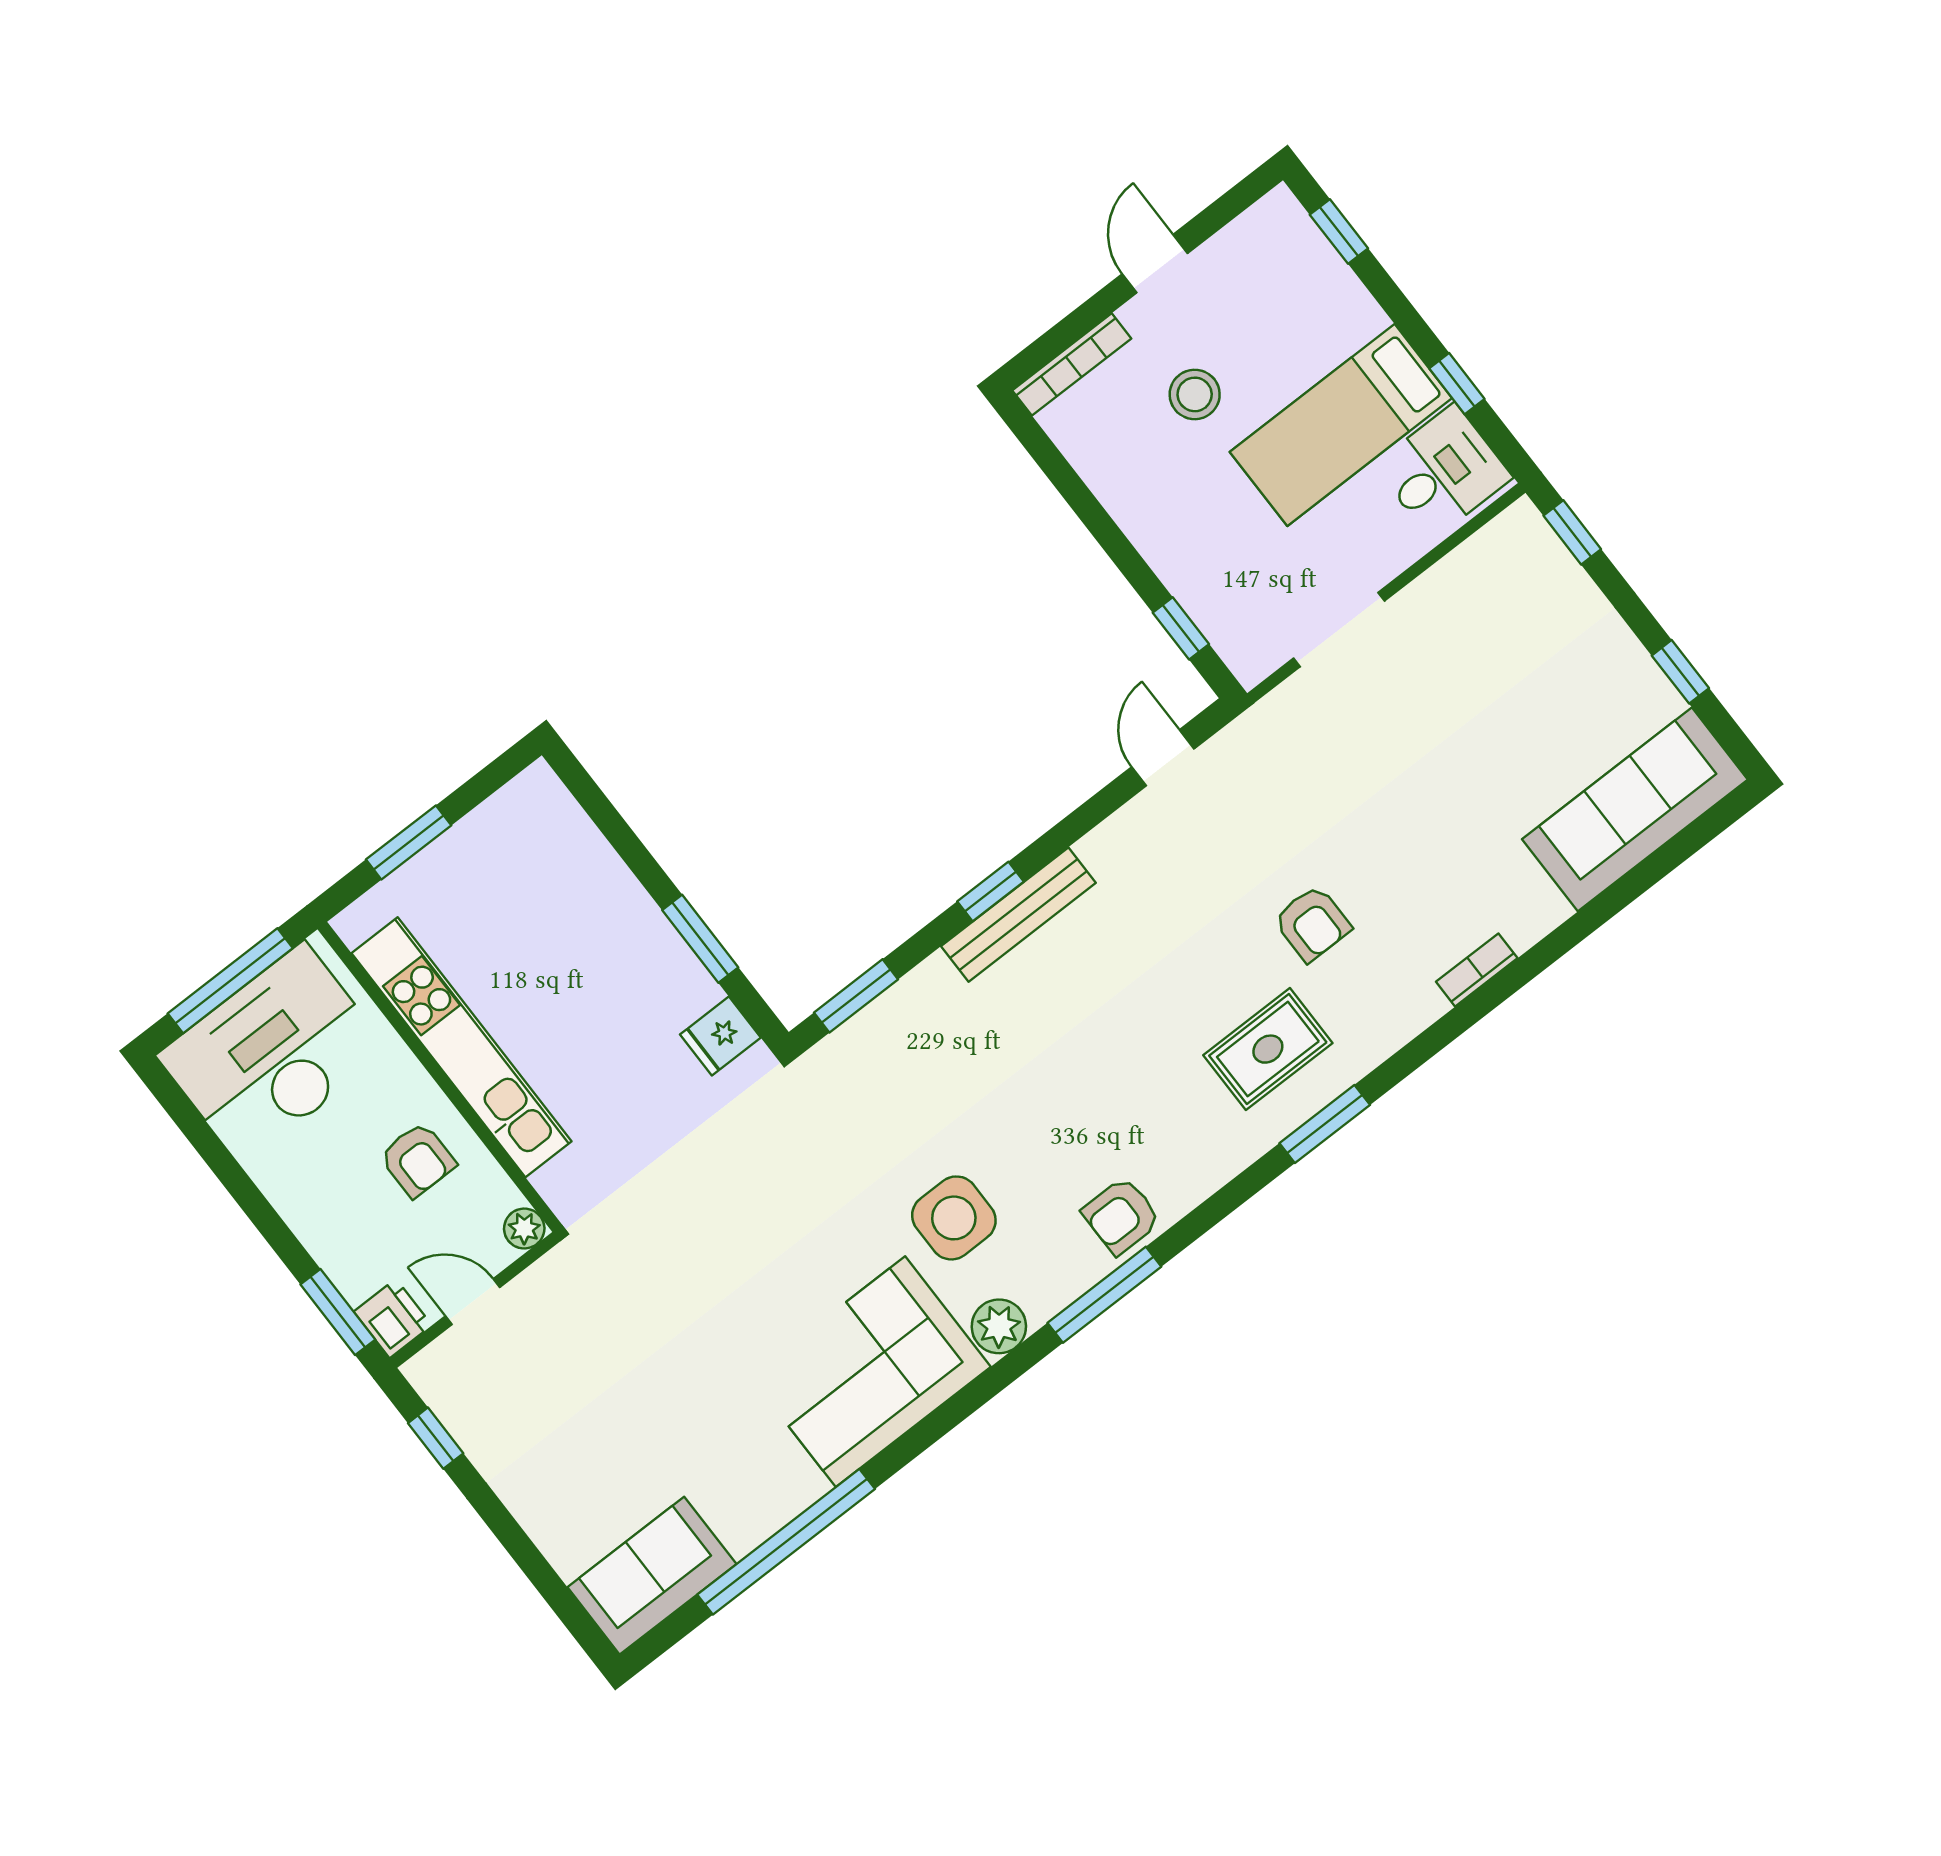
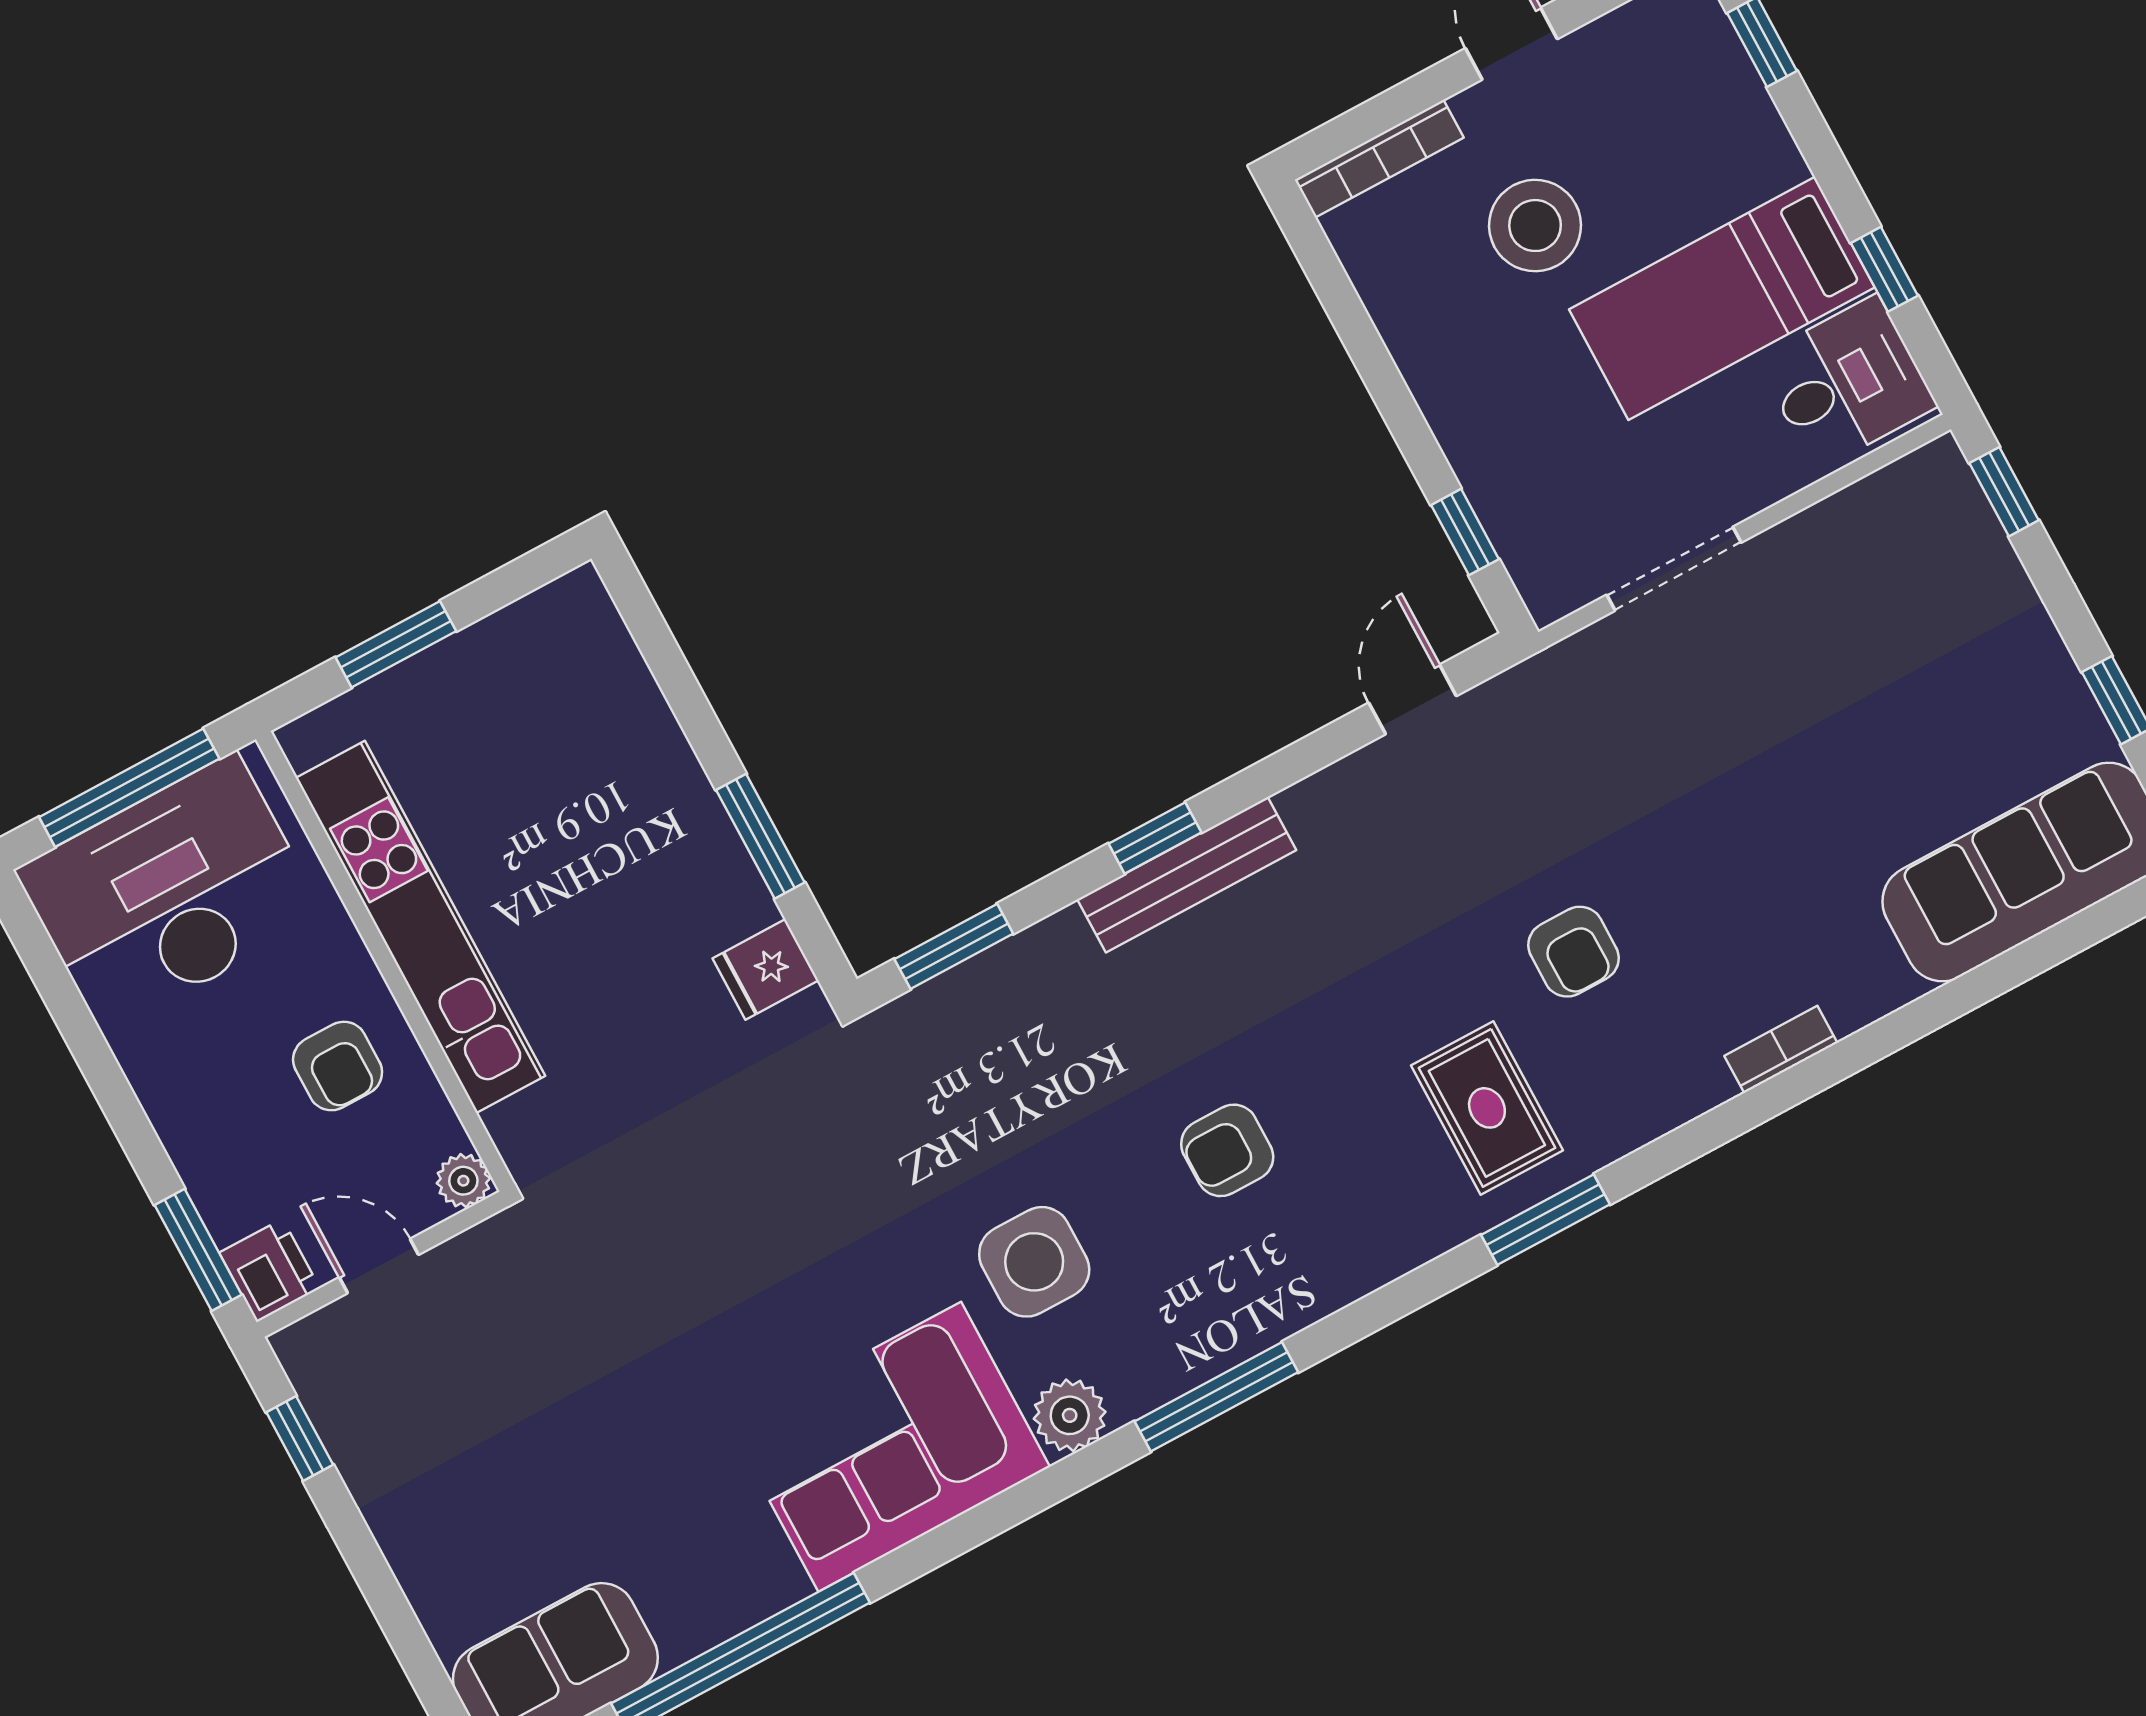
stool: (1195, 394) -> (1535, 226), width x1.38, depth x1.38
rug: (1268, 1049) -> (1487, 1108), turned 90
armchair: (1121, 1216) -> (1227, 1150), moved

